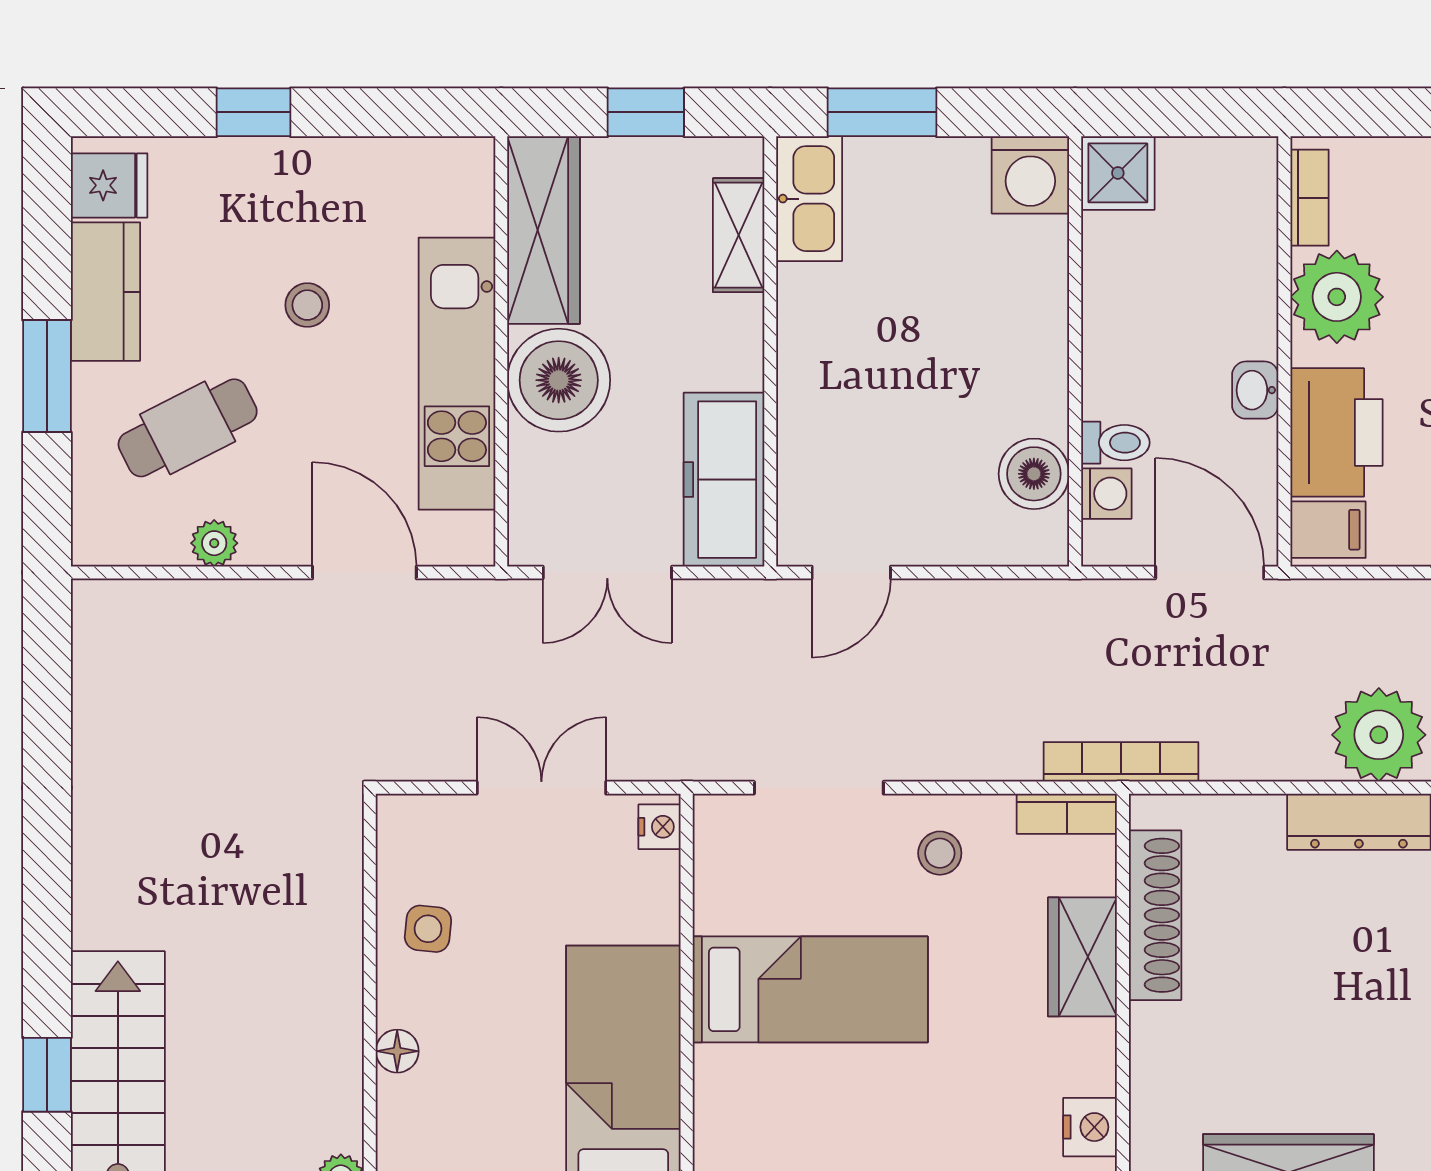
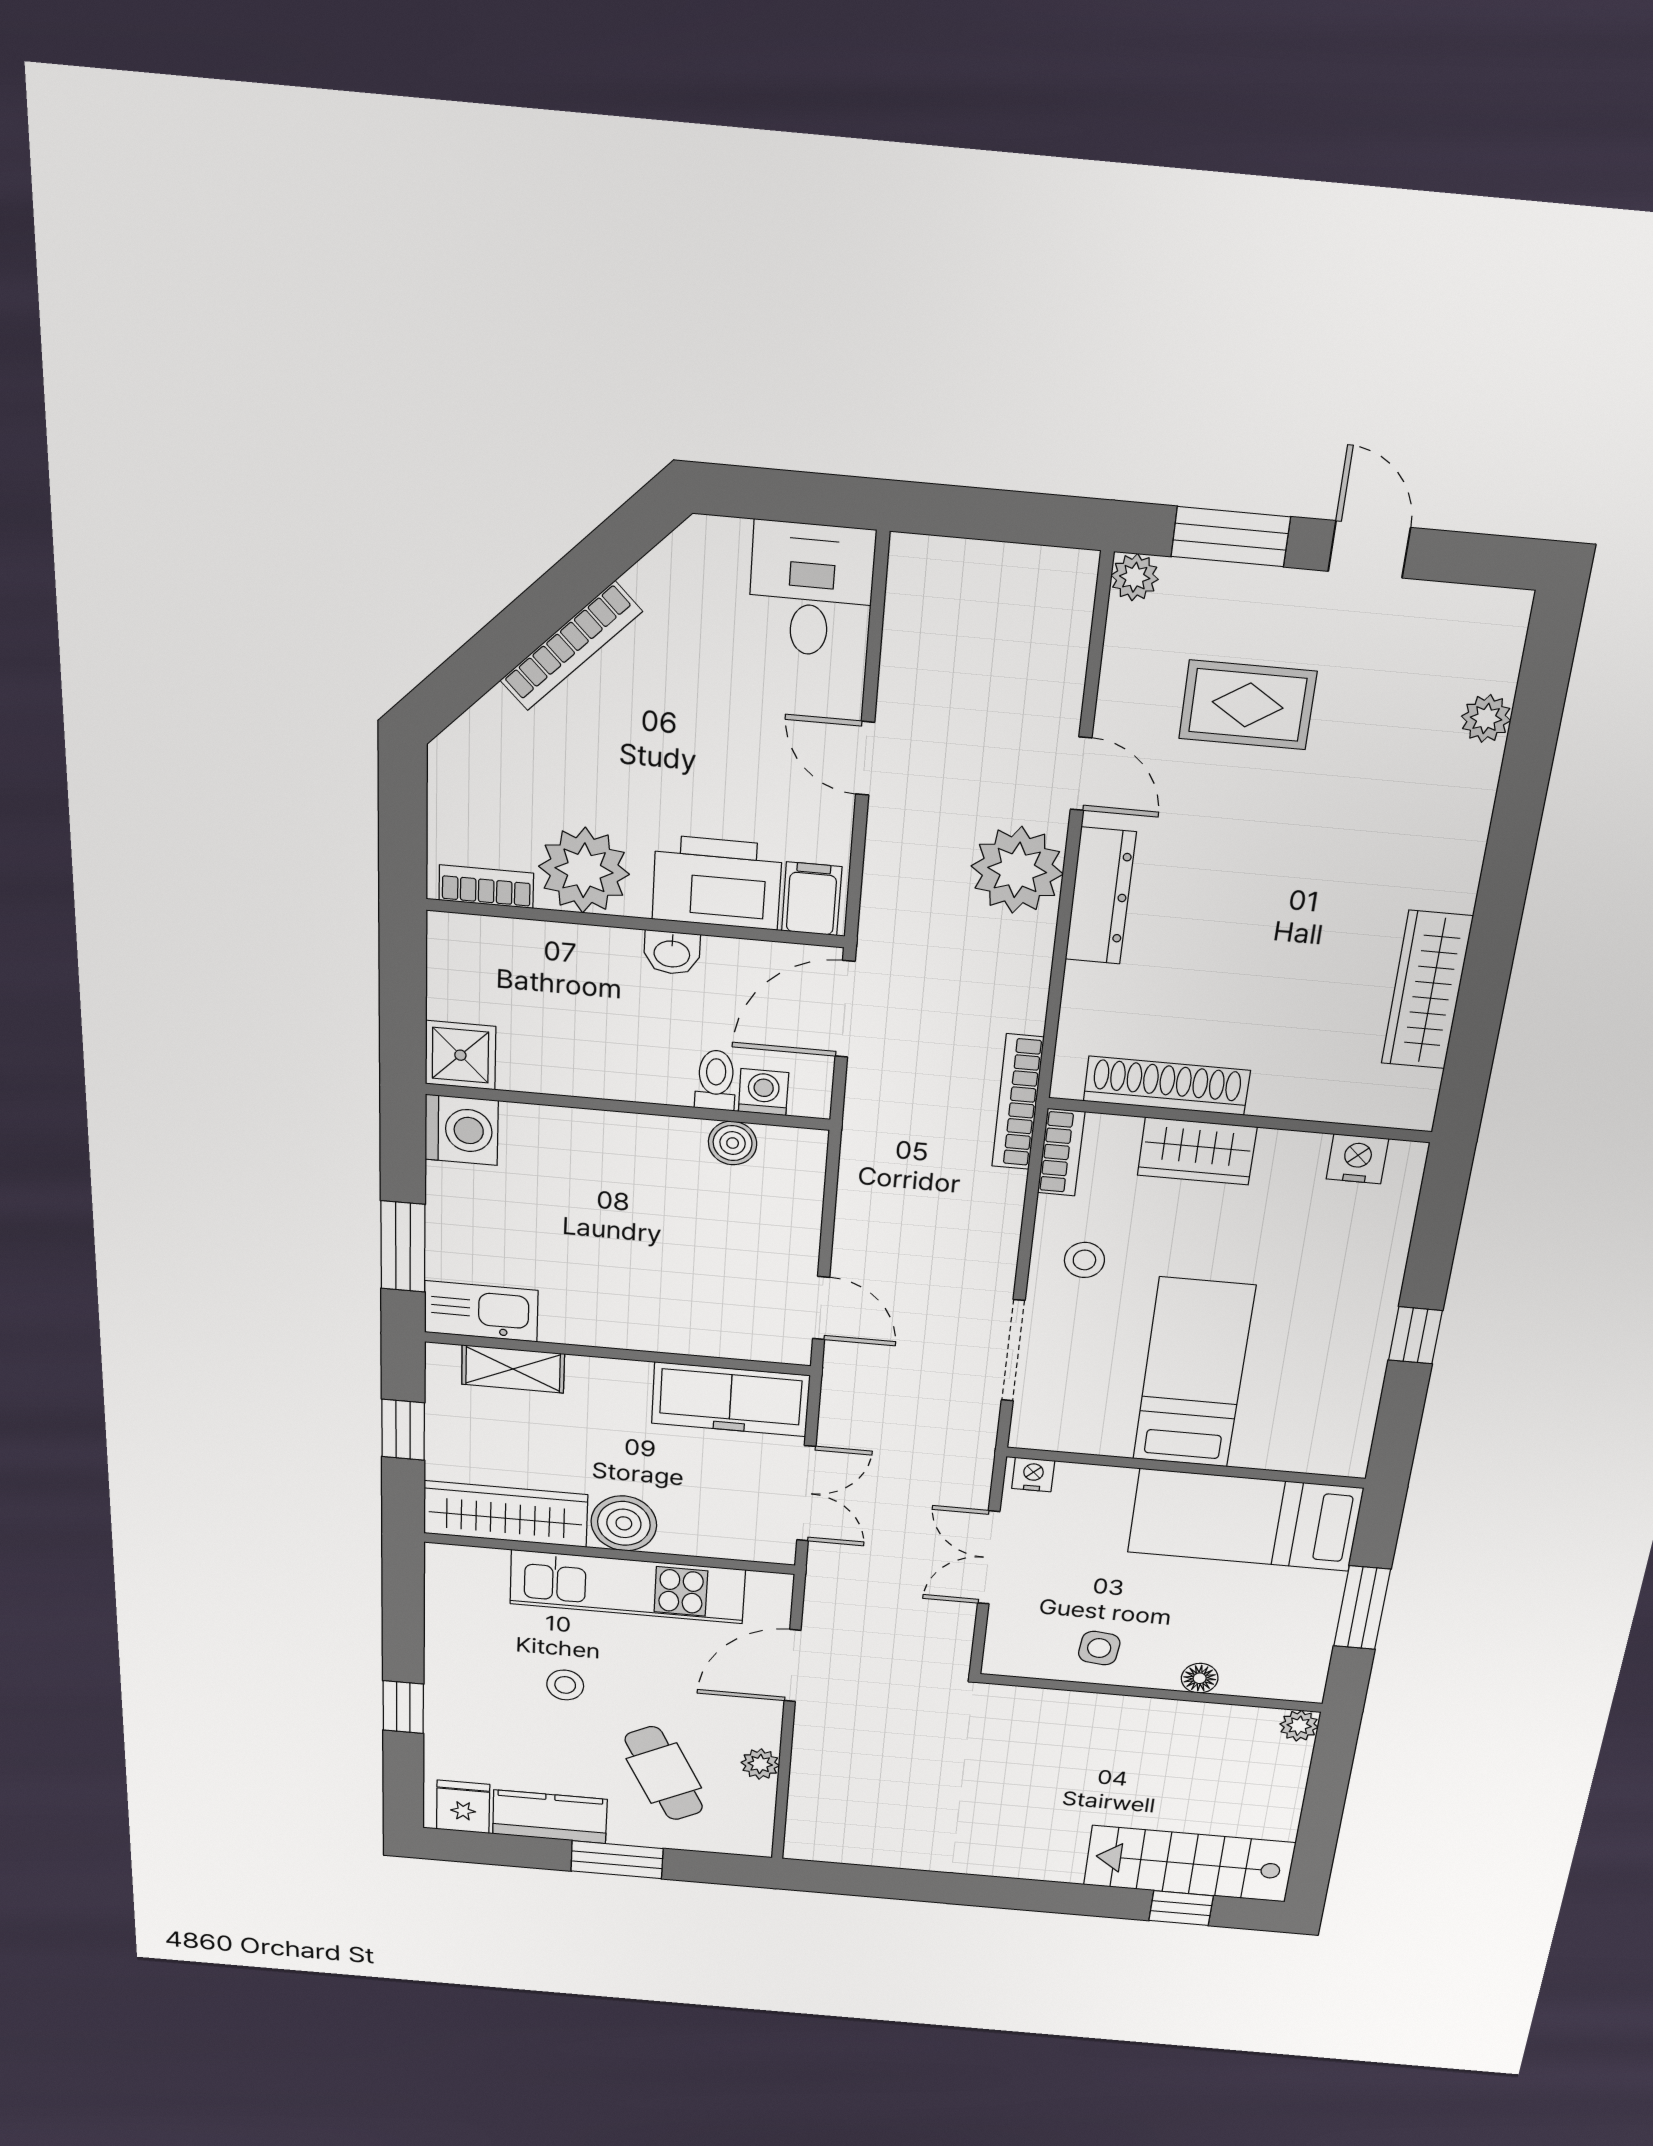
boiler: (559, 380) -> (624, 1523), width x0.73, depth x0.73
boiler: (1034, 474) -> (733, 1143), width x0.73, depth x0.73

